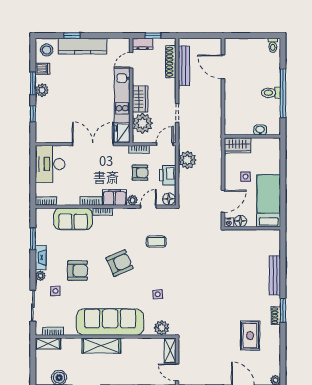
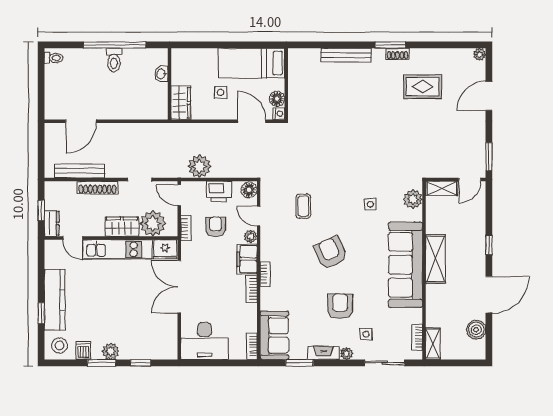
shoe rack: (171, 62) -> (97, 188), moved
sofa: (73, 219) -> (274, 335), moved
shelving: (101, 346) -> (435, 259), moved

